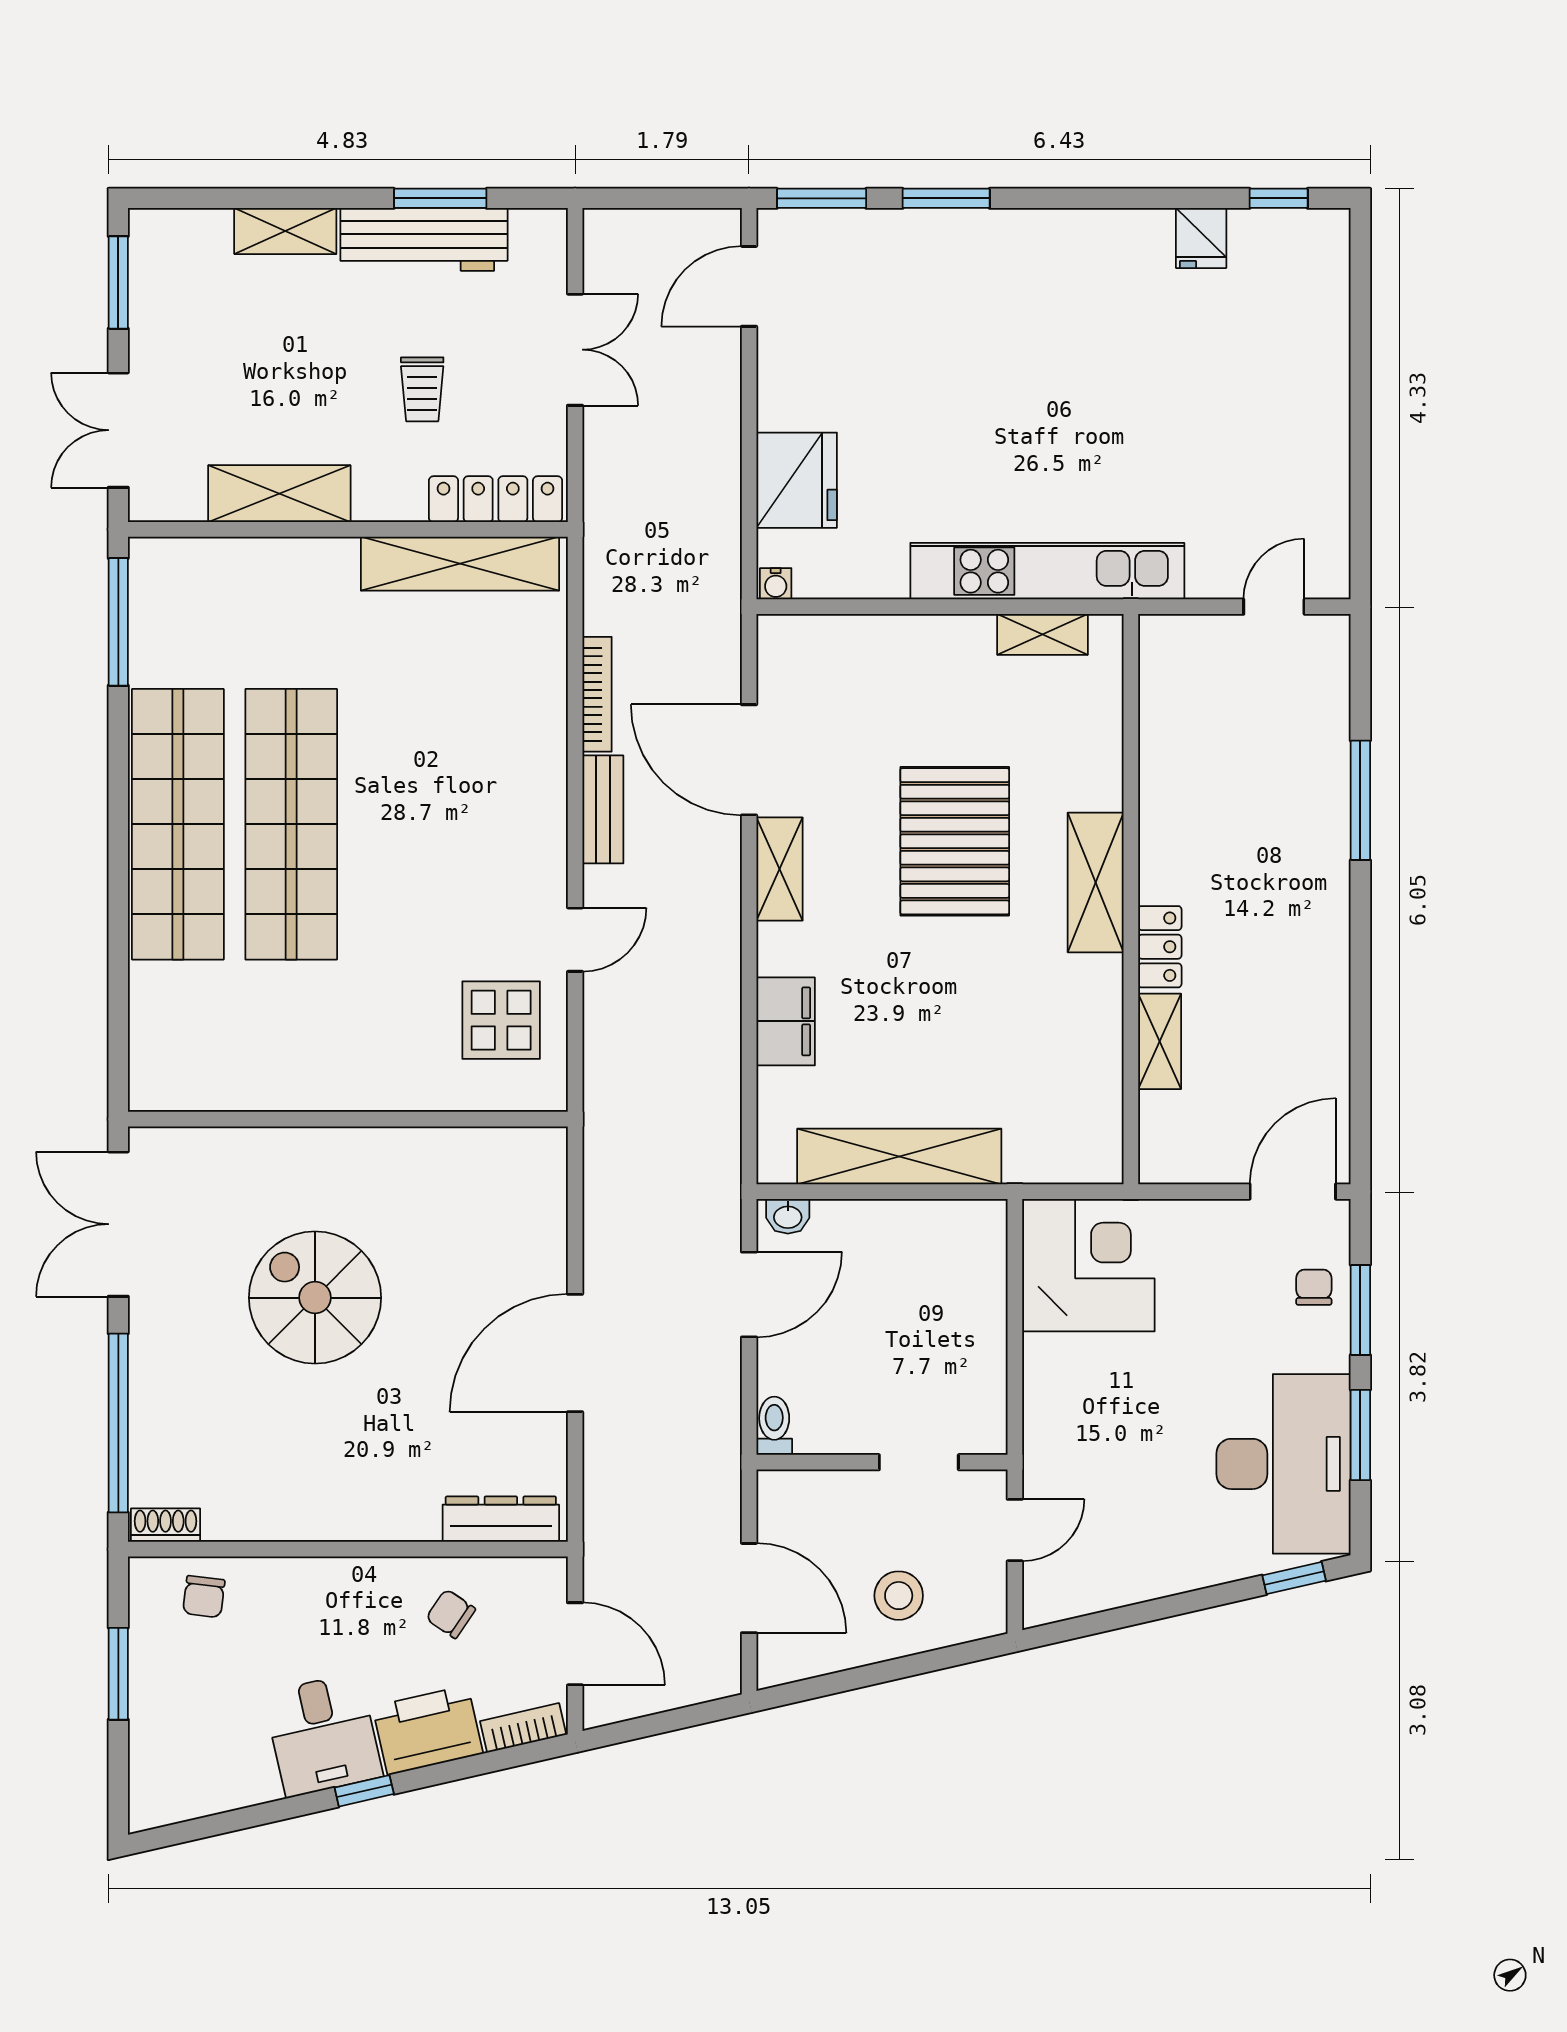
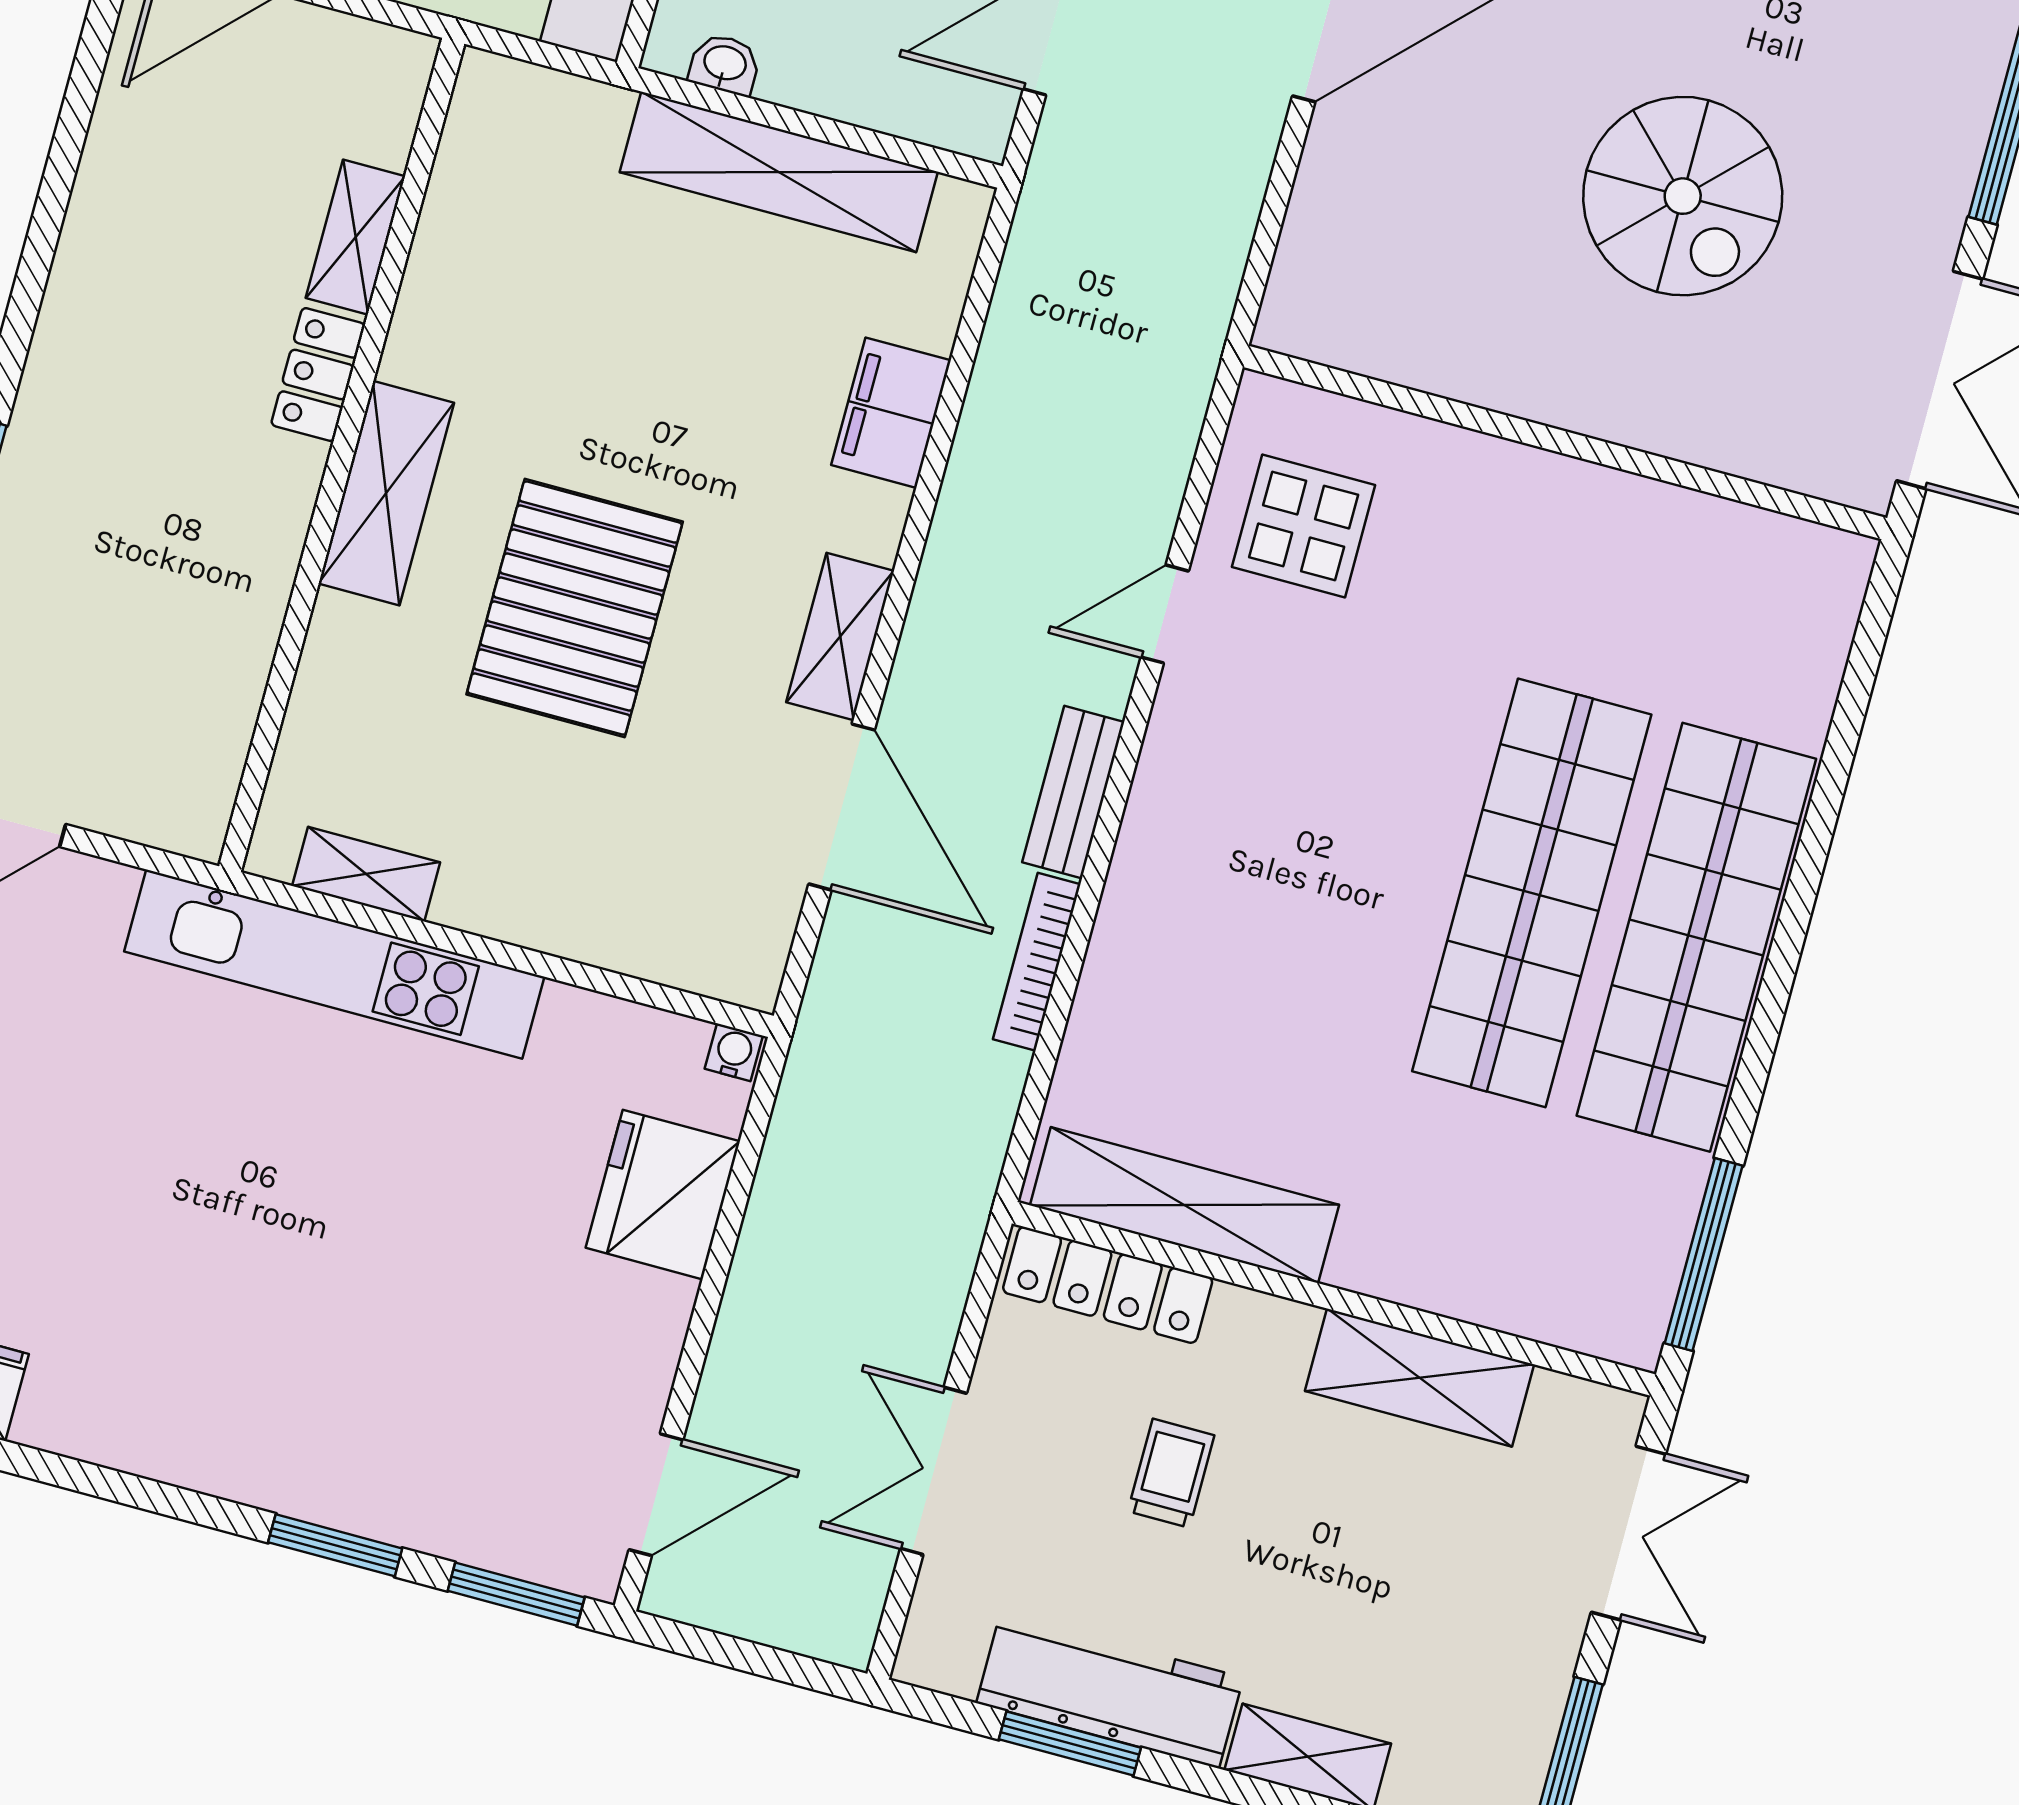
washbasin: (788, 1216) -> (725, 64), moved

